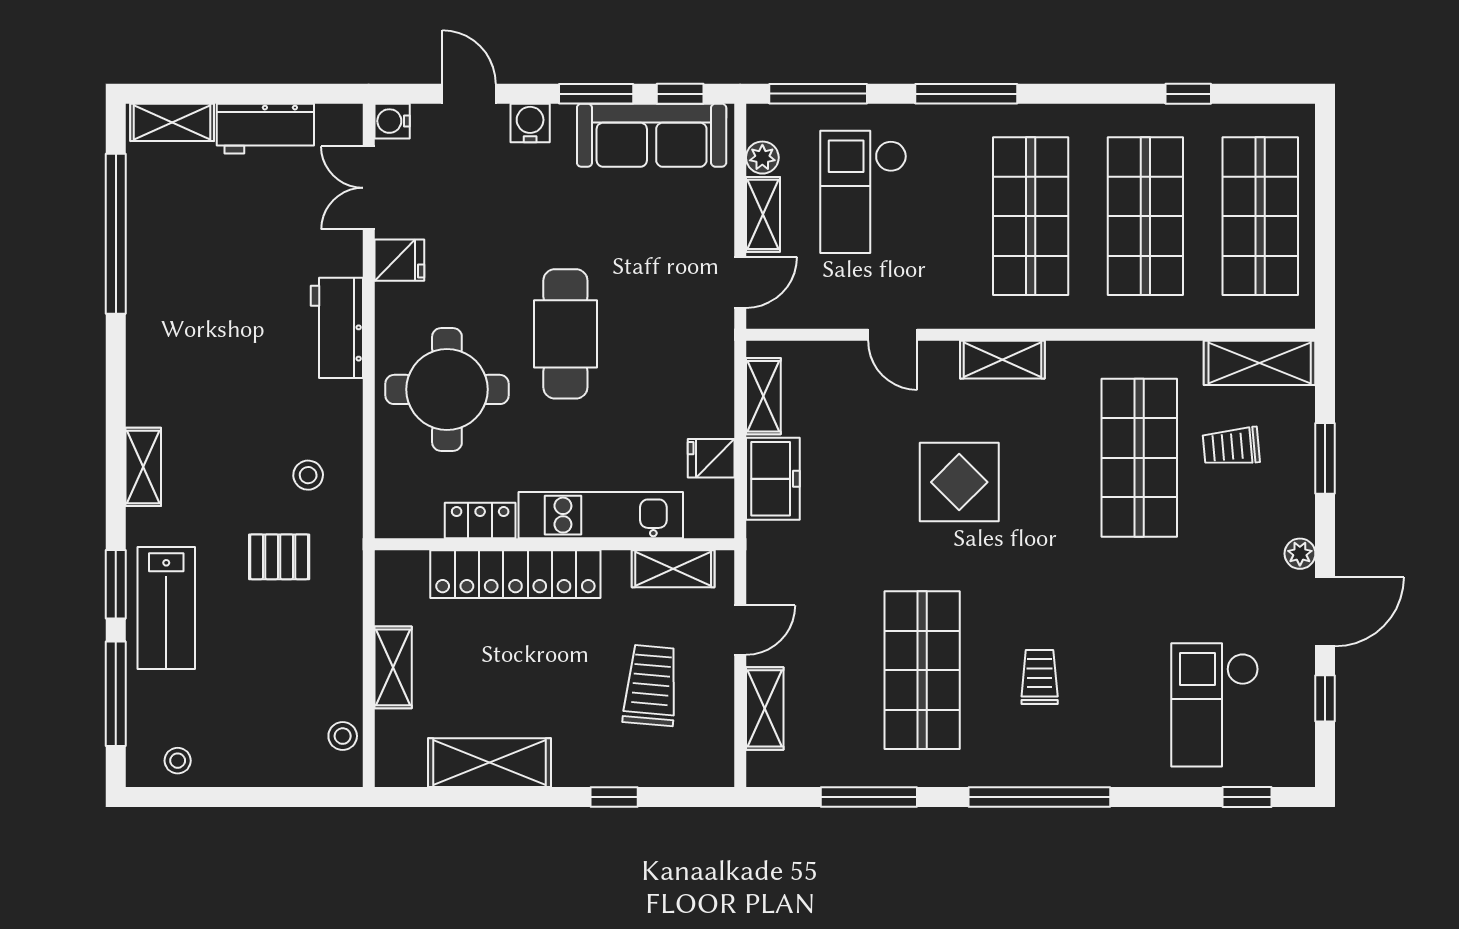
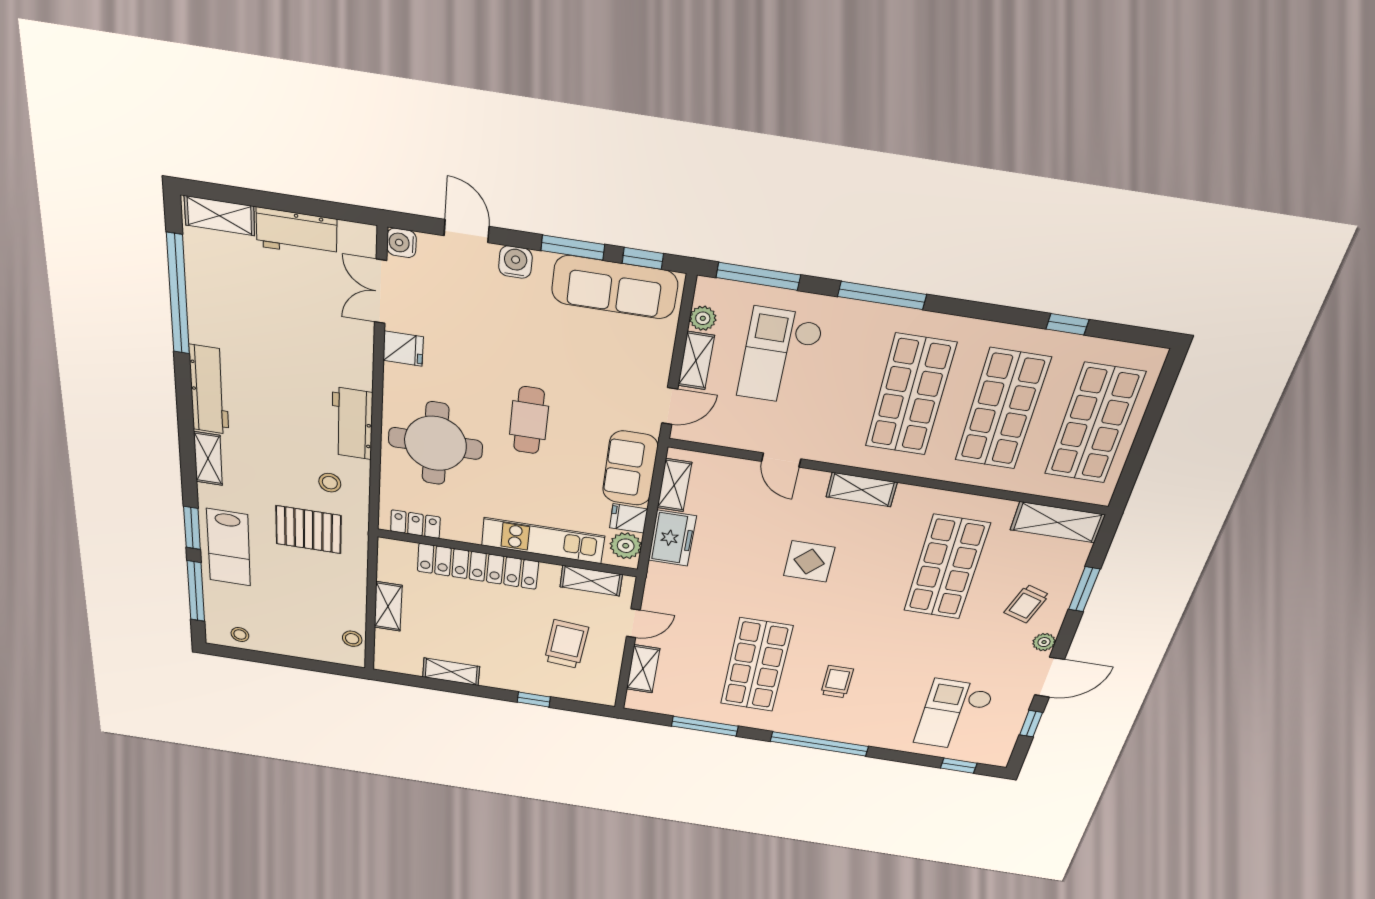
workbench: (337, 328) -> (352, 424), moved
cafe table: (565, 334) -> (529, 420), width x0.73, depth x0.74
workbench: (149, 362) -> (209, 390), added
sofa: (703, 381) -> (630, 468), added
trolley: (1231, 447) -> (1027, 604), moved, turned -67
display table: (959, 482) -> (809, 561), width x0.73, depth x0.73
plant: (713, 502) -> (626, 546), added
locker: (480, 520) -> (415, 524), moved
pallet: (279, 557) -> (309, 530), width x1.50, depth x1.42
shelving: (490, 763) -> (451, 672), width x0.67, depth x0.75

